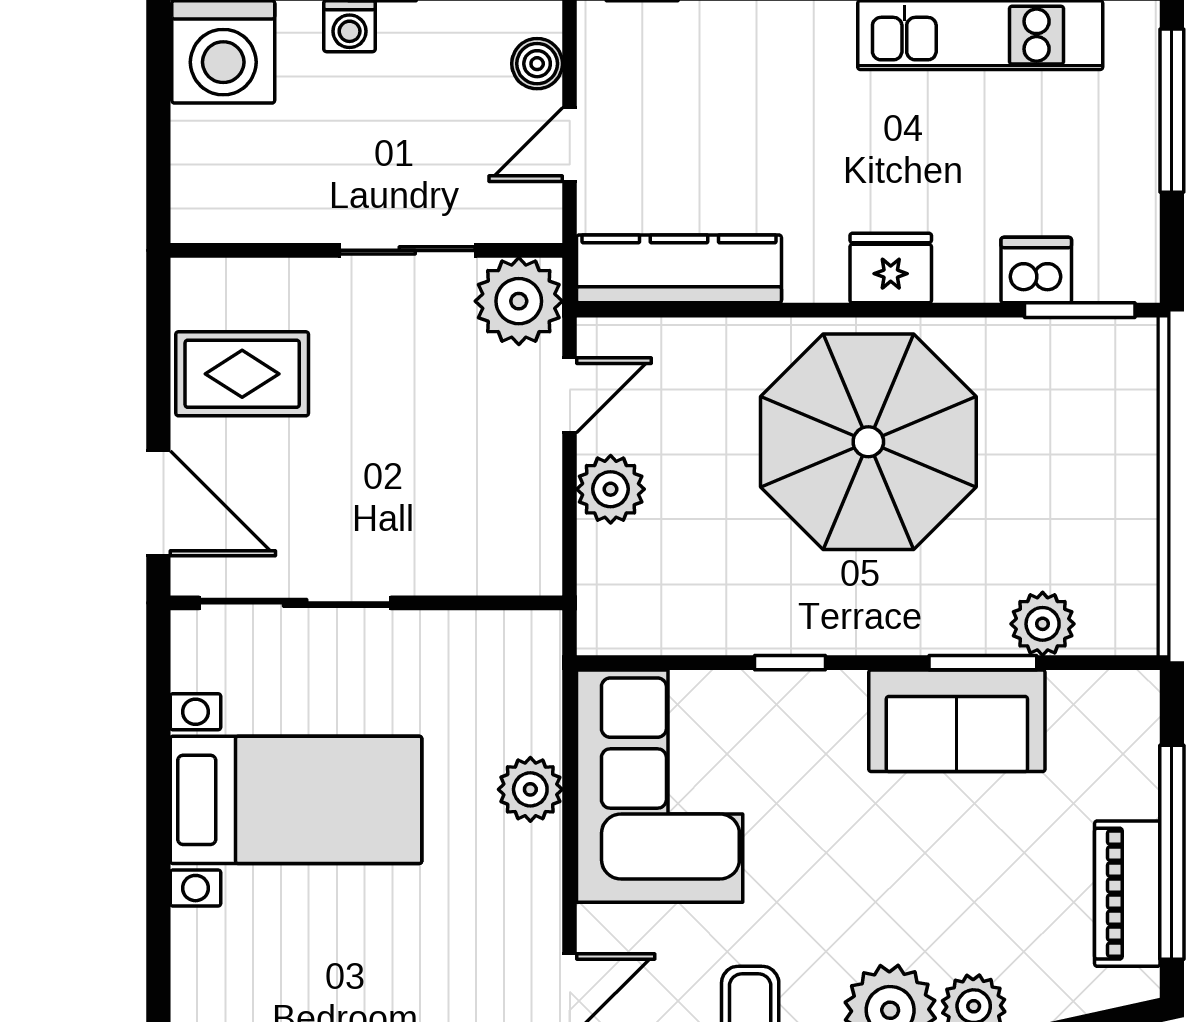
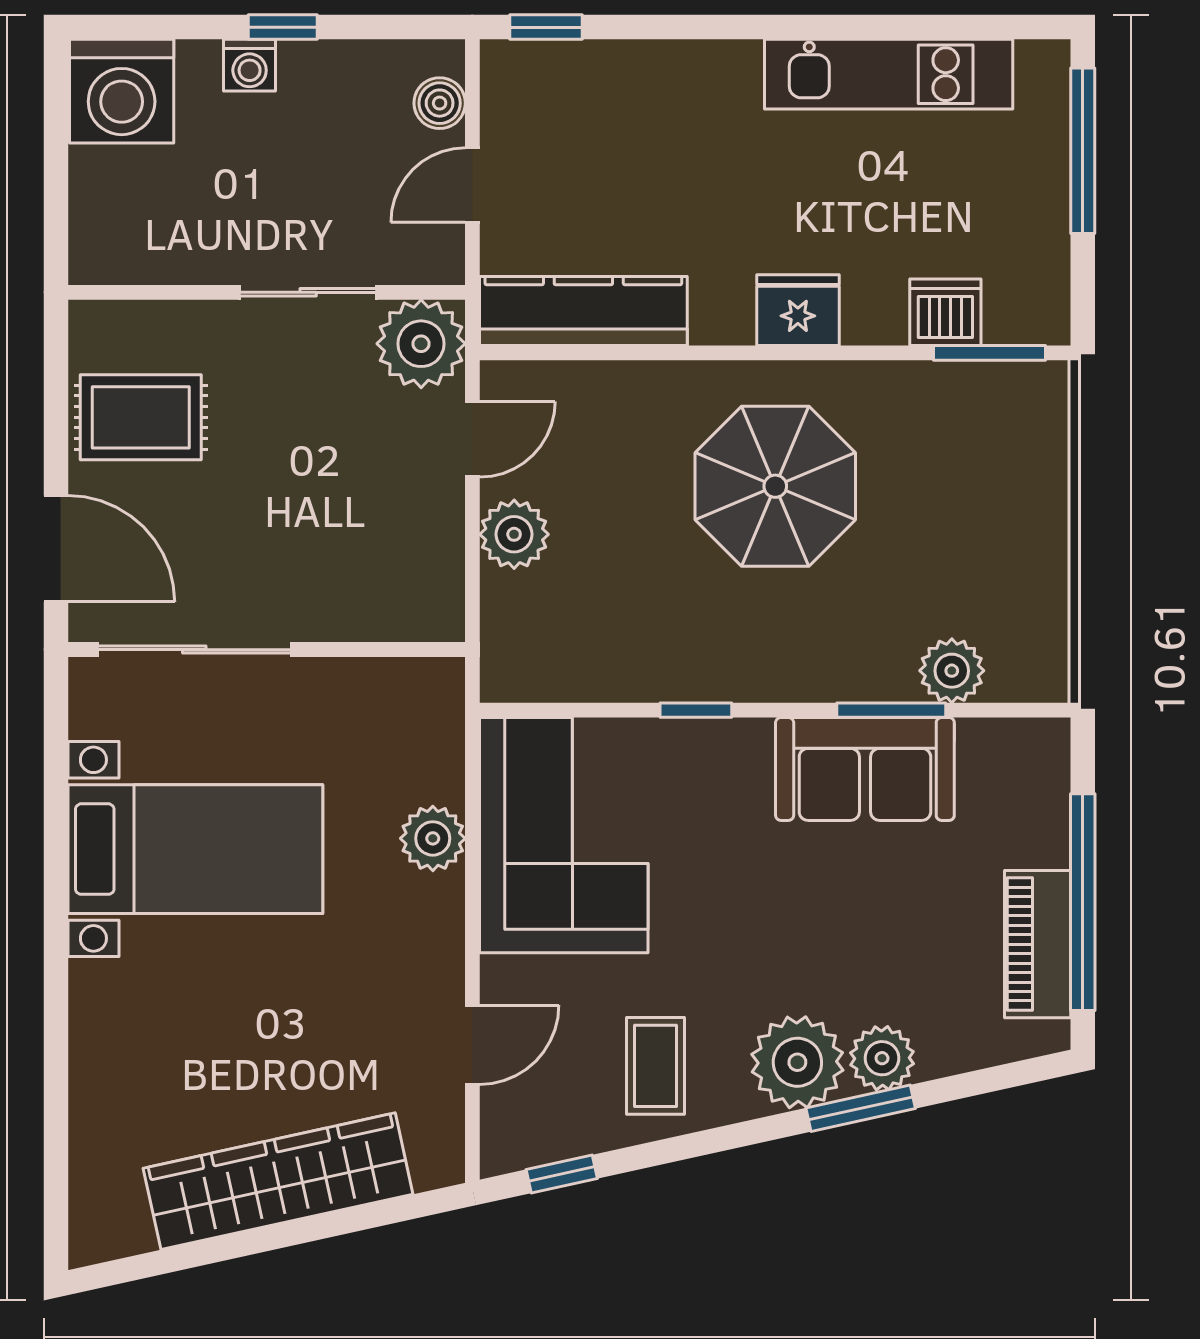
parasol: (868, 442) -> (775, 486), width x0.73, depth x0.73

